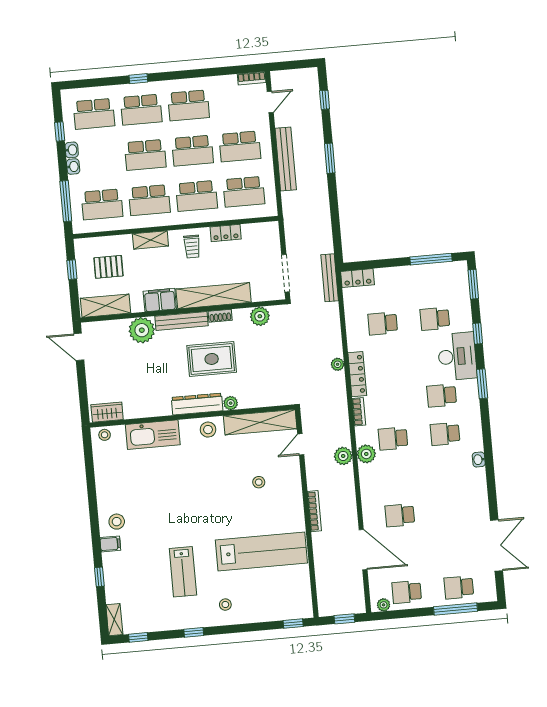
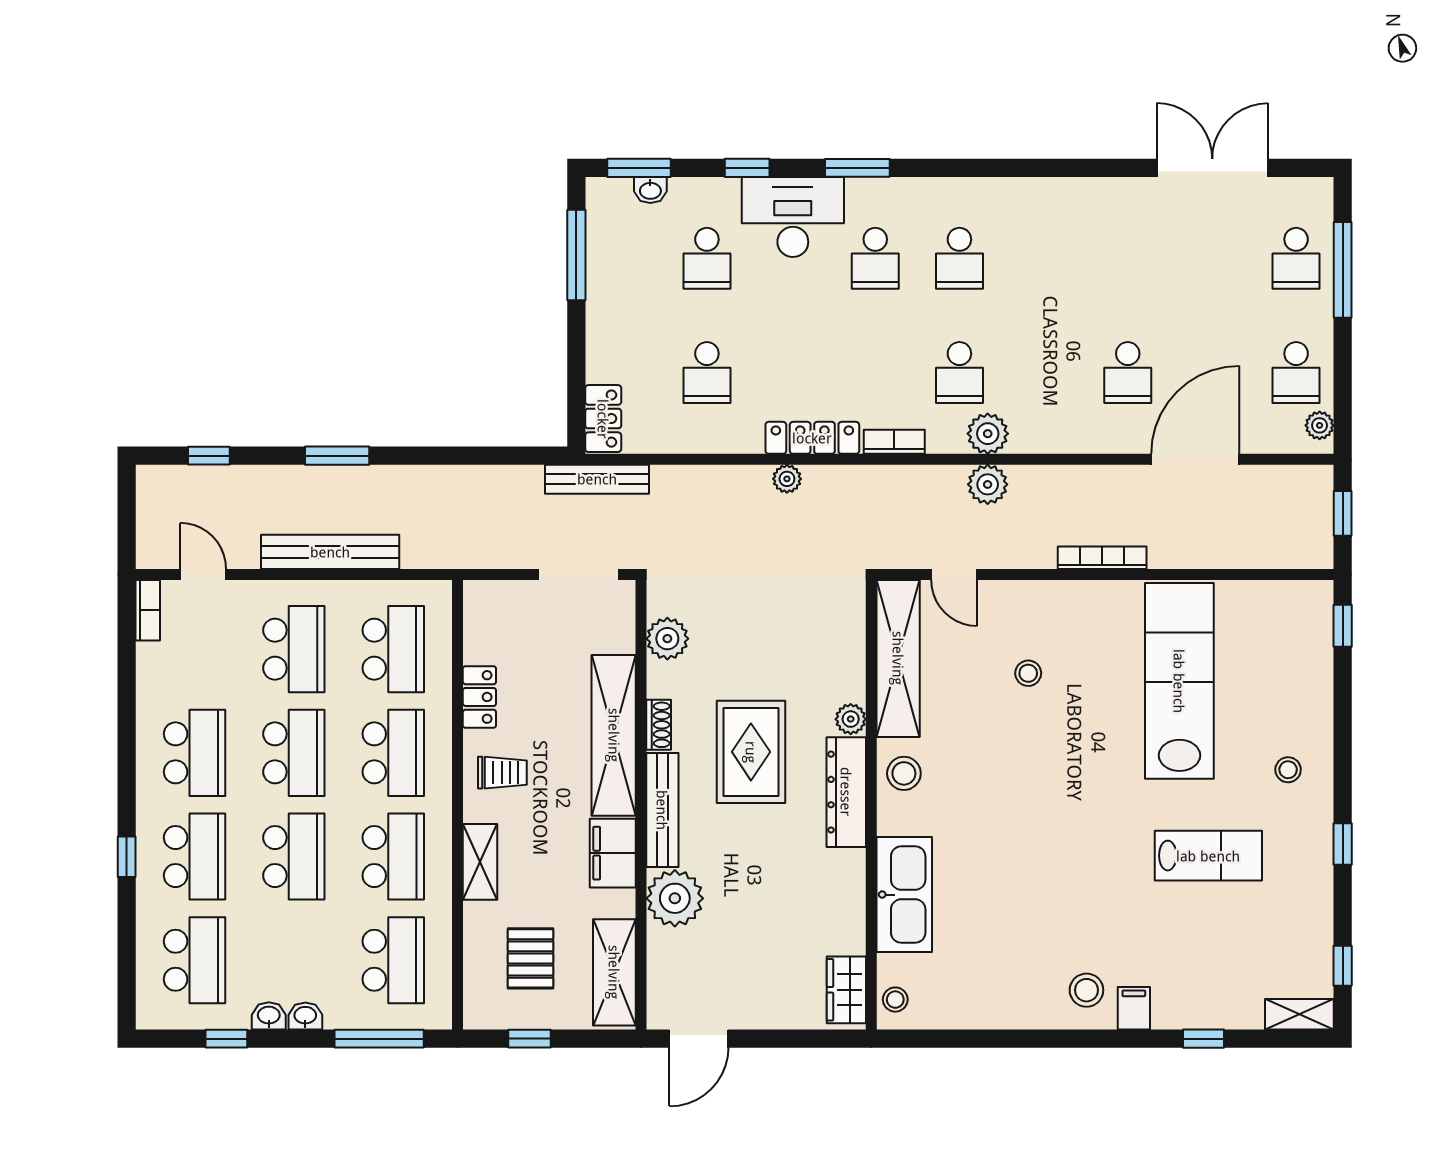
washbasin: (479, 460) -> (650, 190), moved

